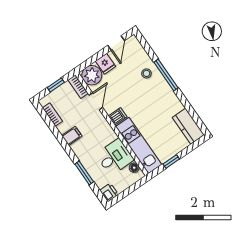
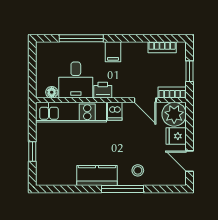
kitchen counter: (188, 126) -> (97, 176), moved
filing cabinet: (72, 136) -> (113, 52), moved
window: (171, 161) -> (32, 152), moved
window: (84, 173) -> (81, 38), width x1.44
printer: (109, 192) -> (103, 90), moved, turned 180

